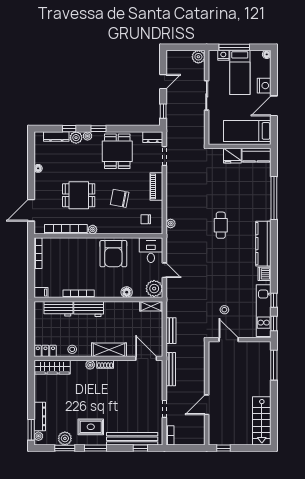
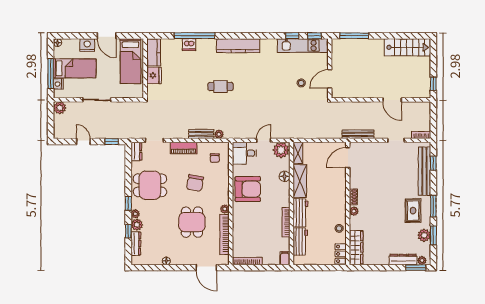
dishwasher: (265, 274) -> (189, 45), moved
bench: (171, 331) -> (201, 134), moved
shelving: (109, 350) -> (300, 181), moved

